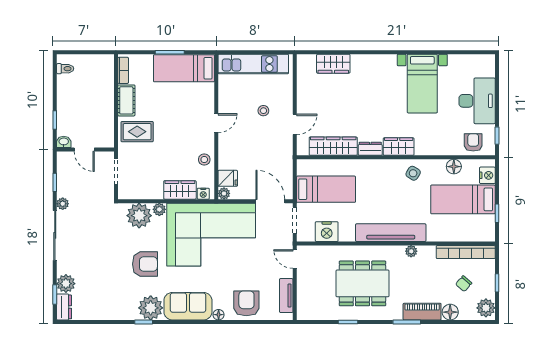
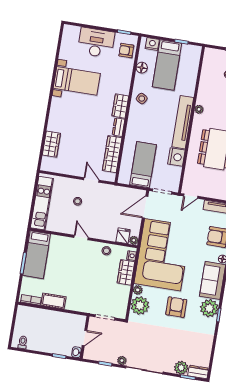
rug: (137, 132) -> (78, 297), removed
nightstand: (327, 232) -> (176, 157), moved
bookcase: (466, 252) -> (206, 69), removed

